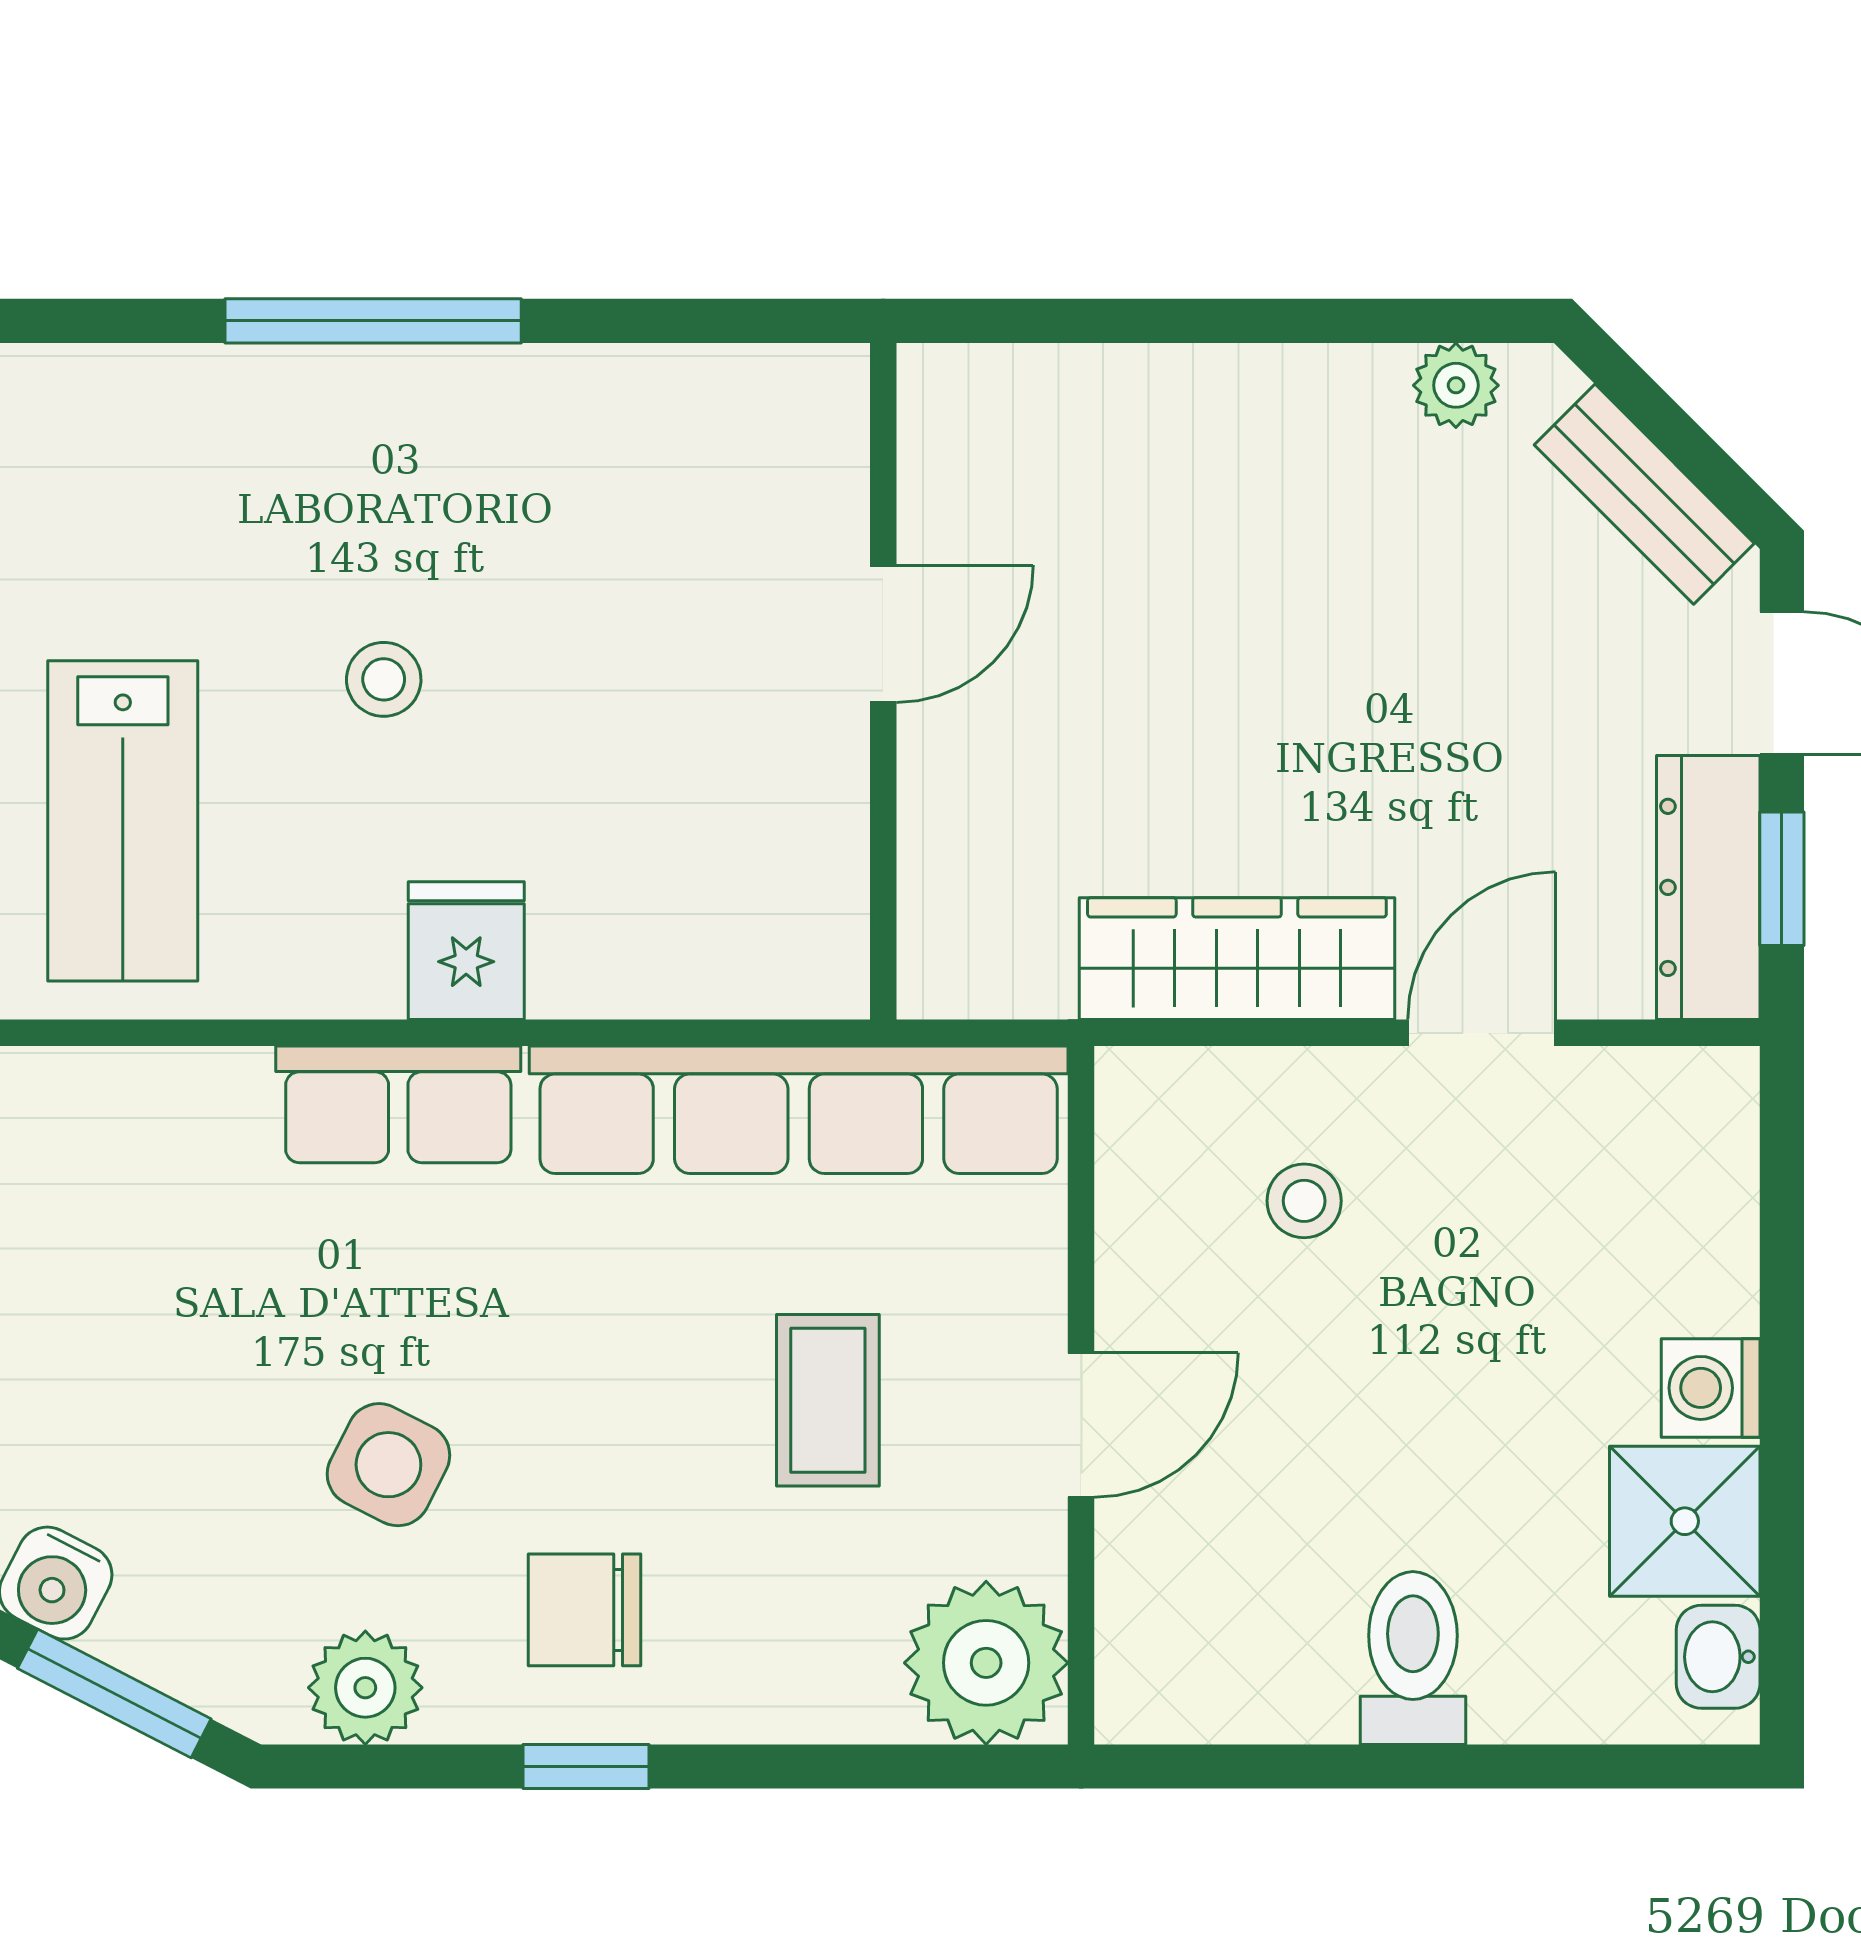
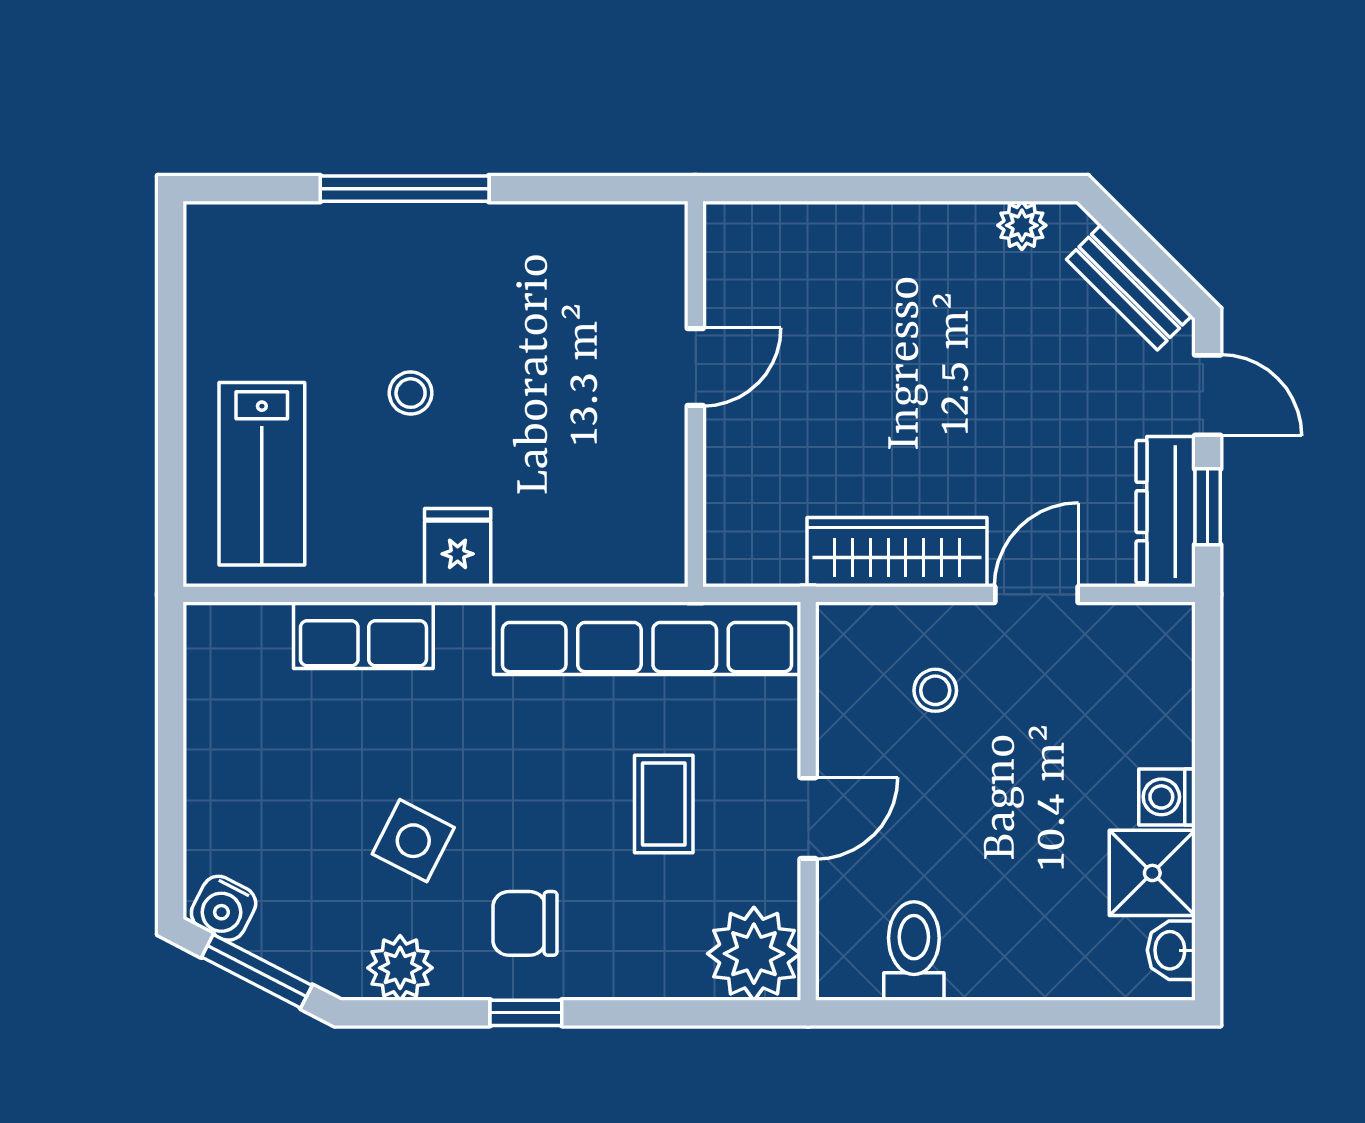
row of seats: (398, 1104) -> (363, 635), moved
toilet: (1413, 1658) -> (914, 951), moved

